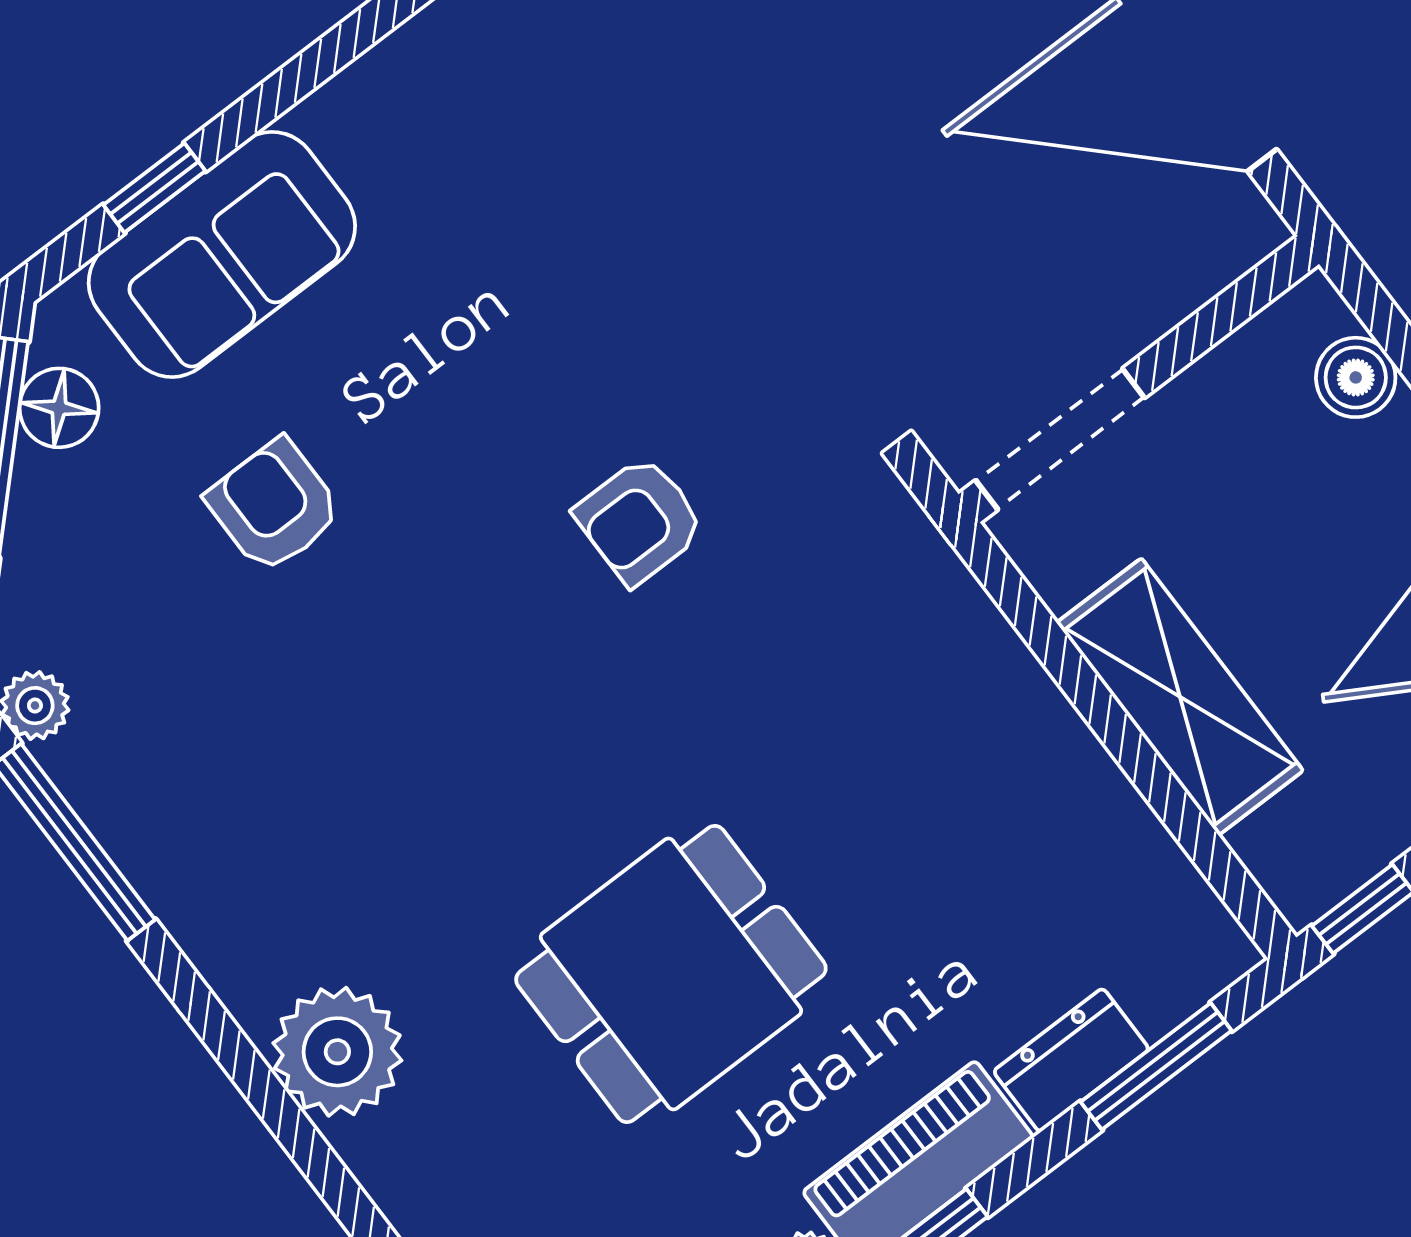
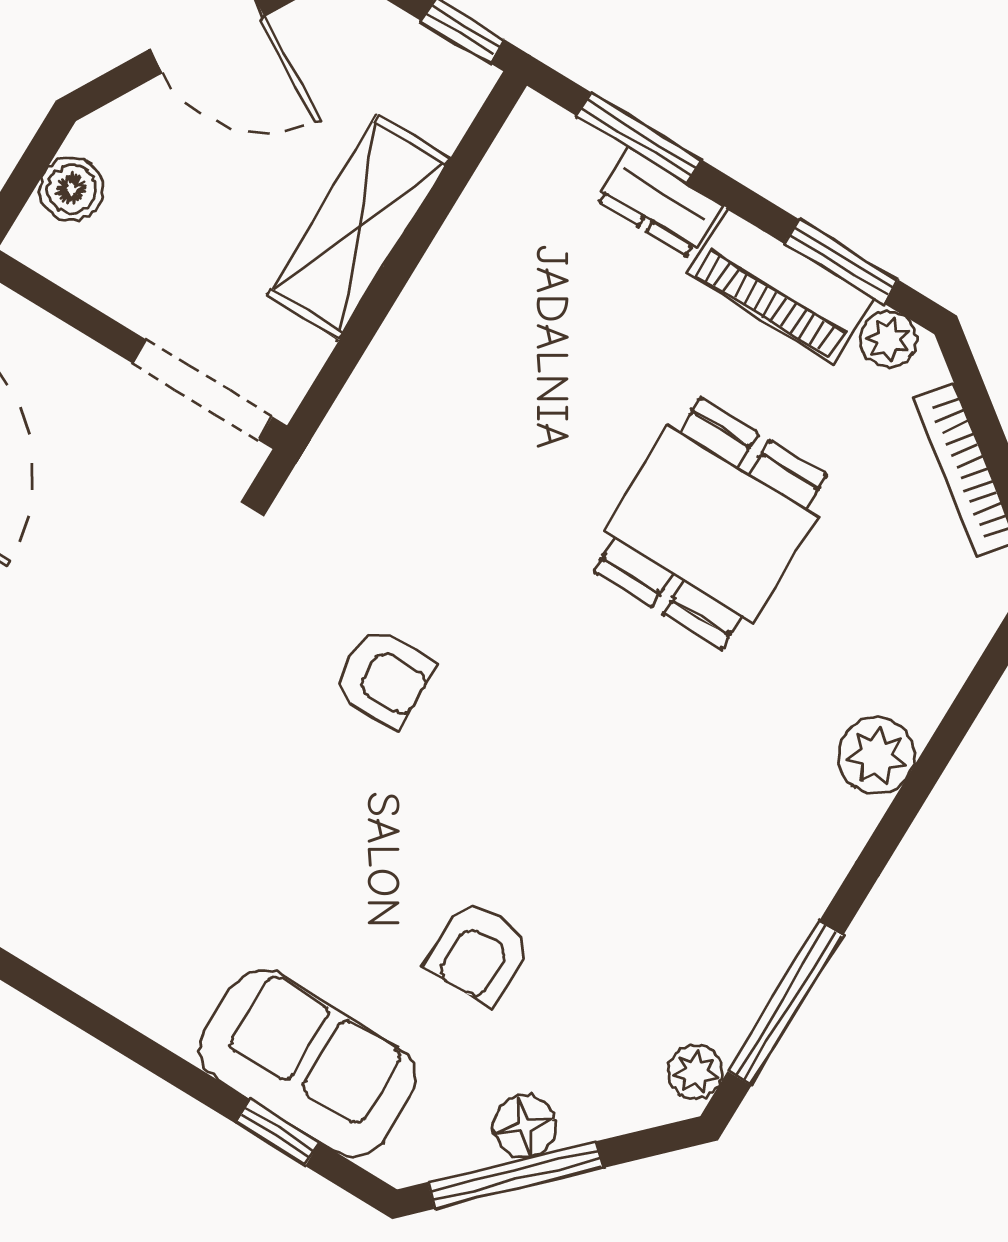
floor lamp: (59, 408) -> (525, 1126), moved
dining table: (671, 974) -> (711, 524), turned 90
plant: (337, 1052) -> (876, 755), width x0.73, depth x0.73

